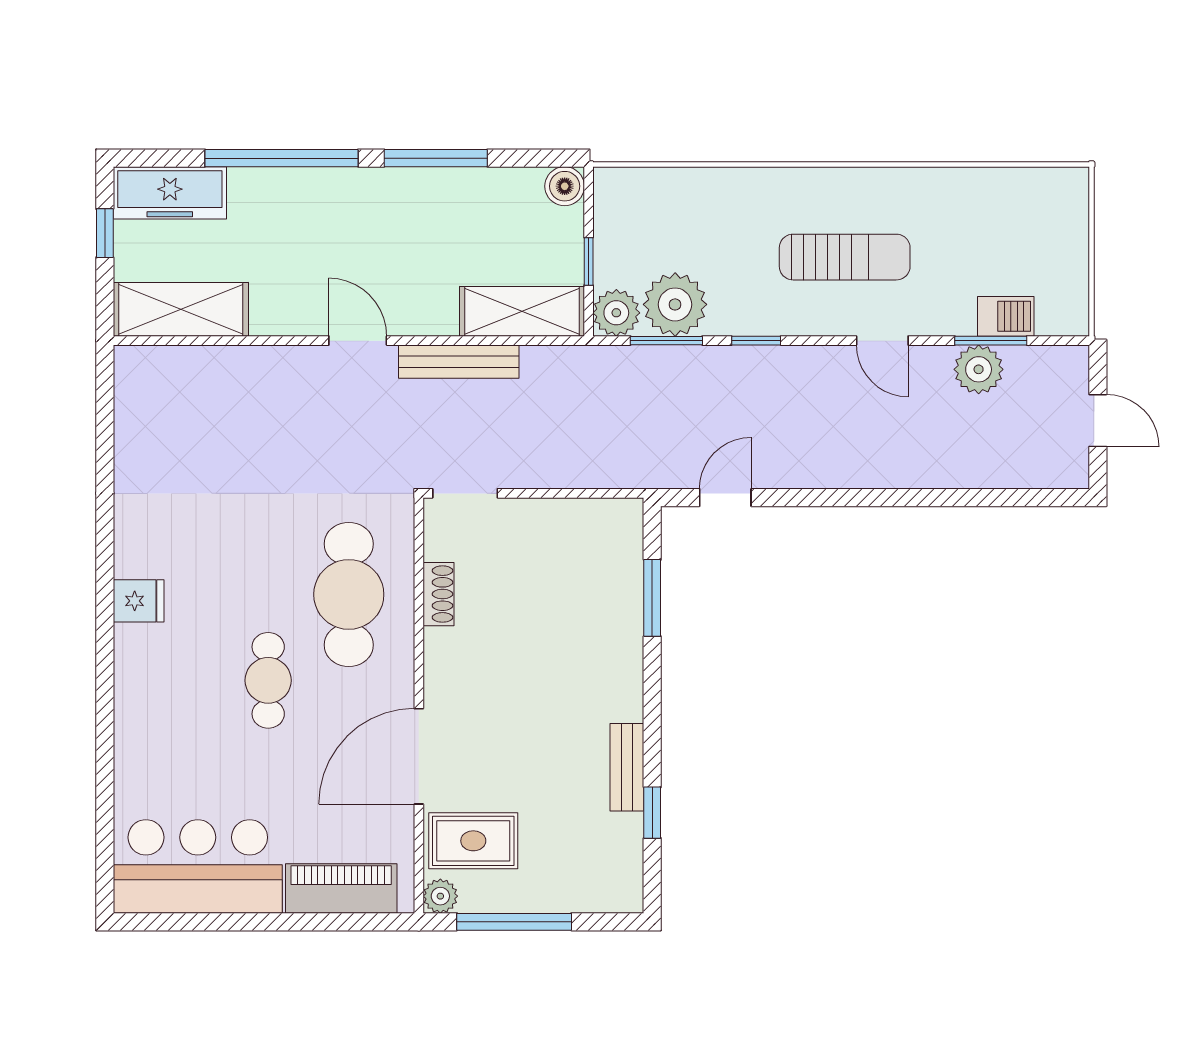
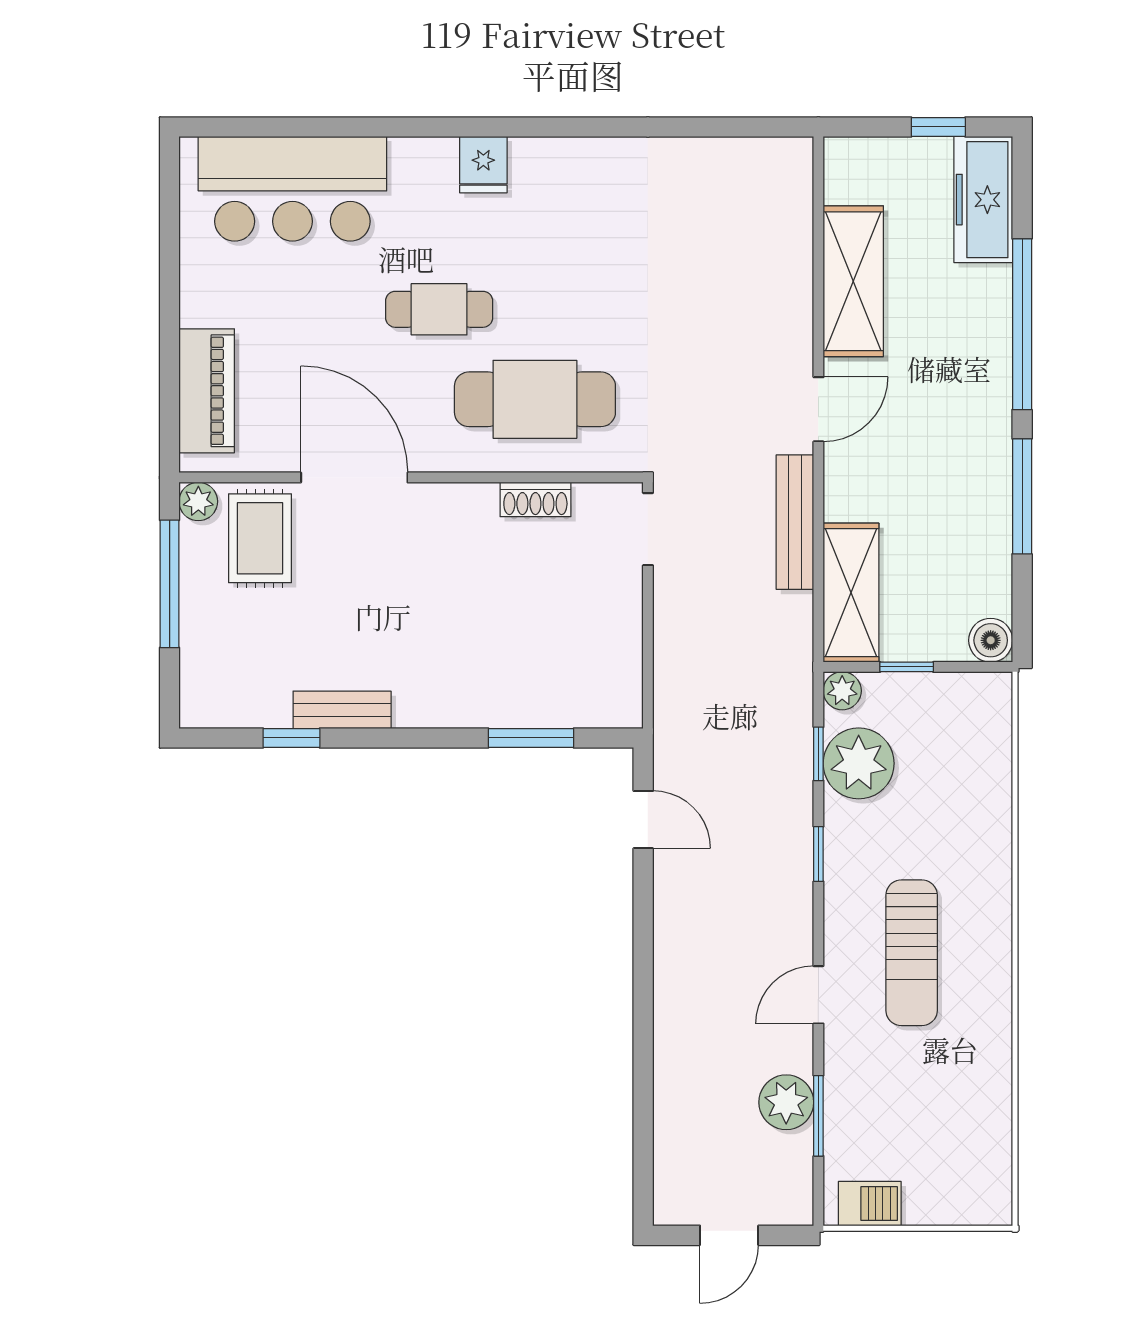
shelving: (181, 309) -> (853, 281), moved
plant: (616, 313) -> (842, 691), width x0.73, depth x0.73
barbecue: (1006, 316) -> (870, 1204), moved, turned -90
window: (666, 341) -> (818, 754), width x0.67
fridge: (139, 601) -> (483, 165), moved
bar counter: (198, 866) -> (292, 189), moved, turned 90

